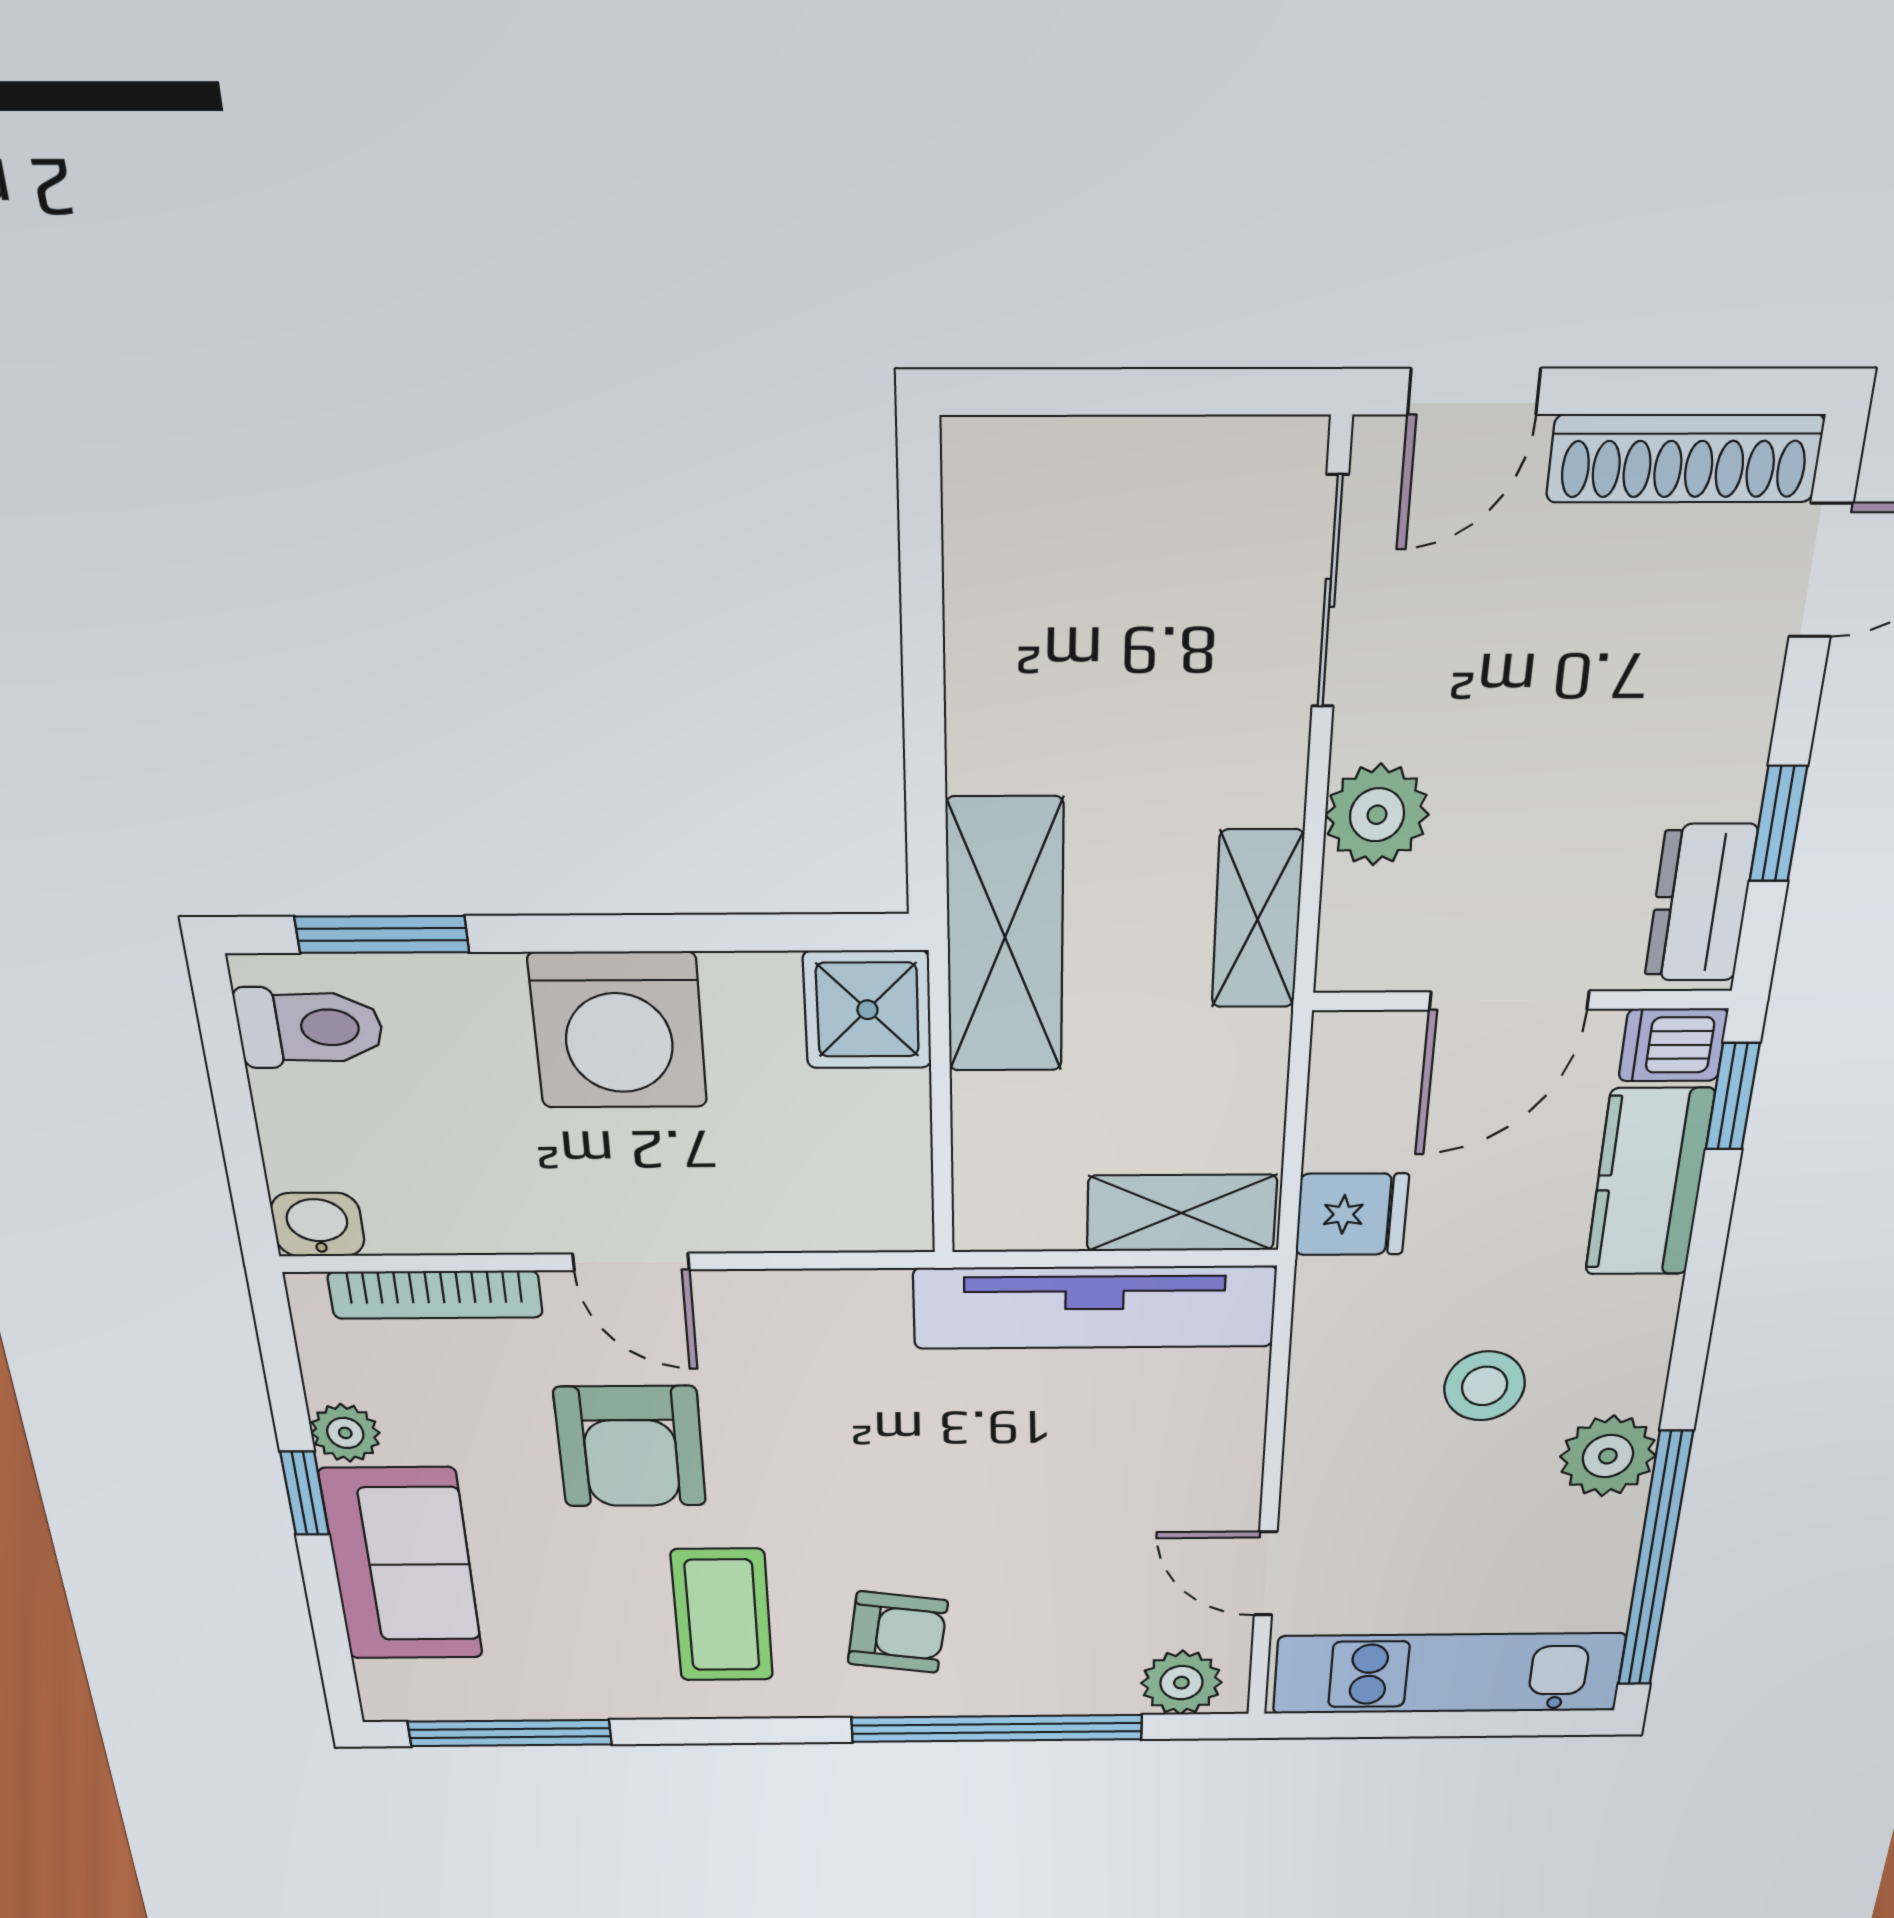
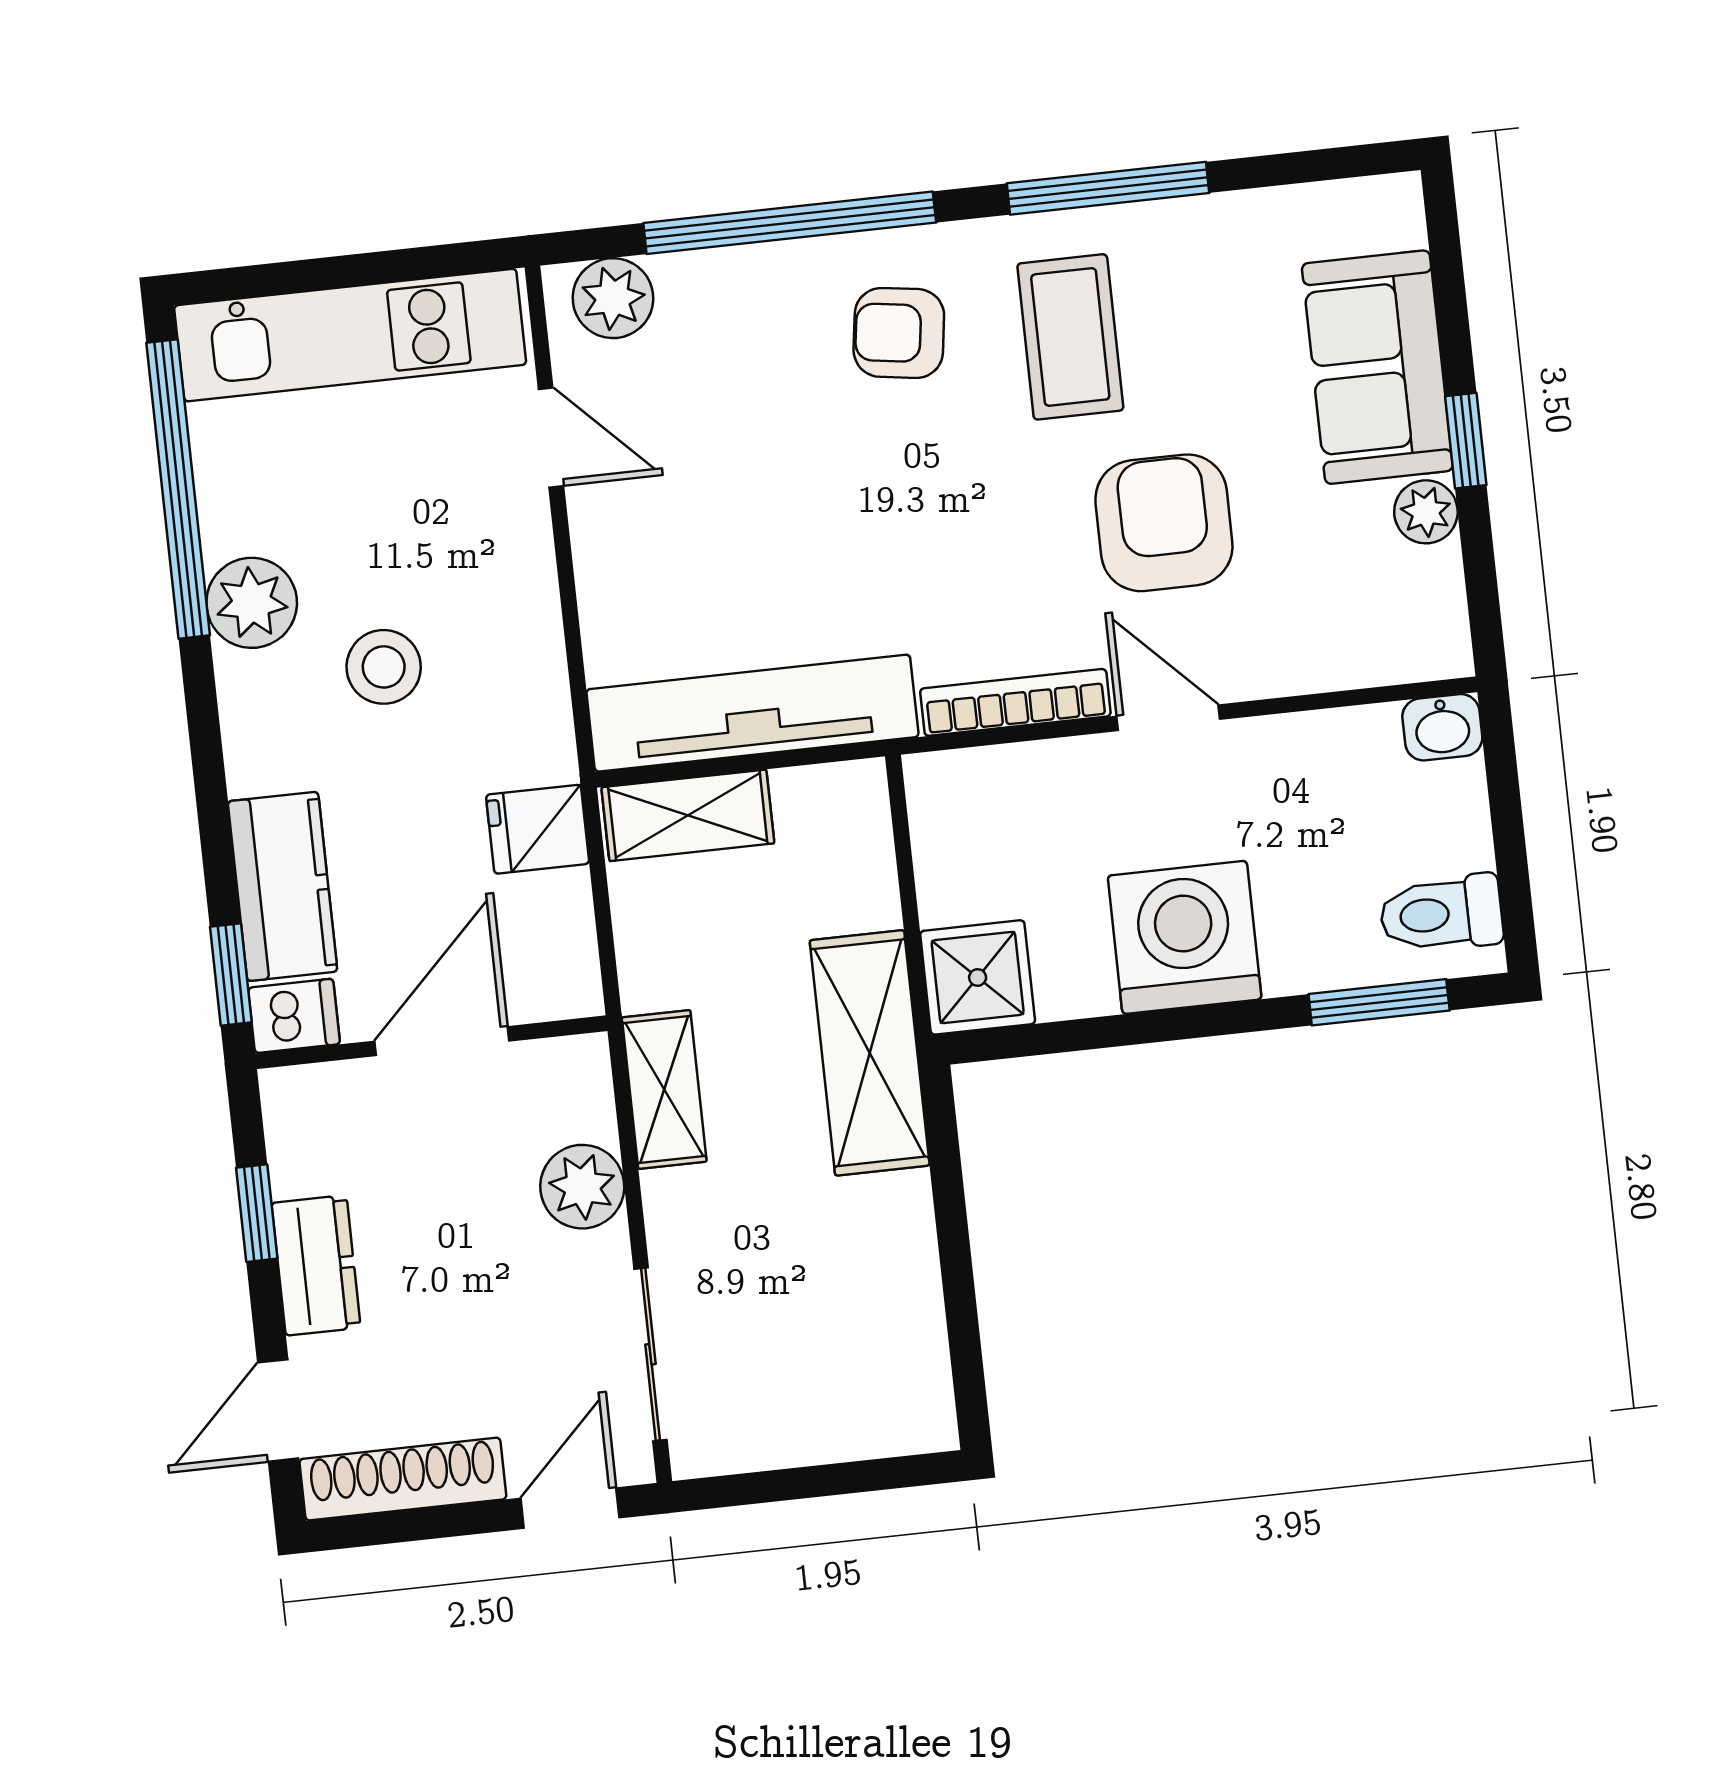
dresser: (1701, 903) -> (316, 1265), moved
bookcase: (435, 1295) -> (1015, 702), moved
window: (510, 1733) -> (1108, 188), moved

